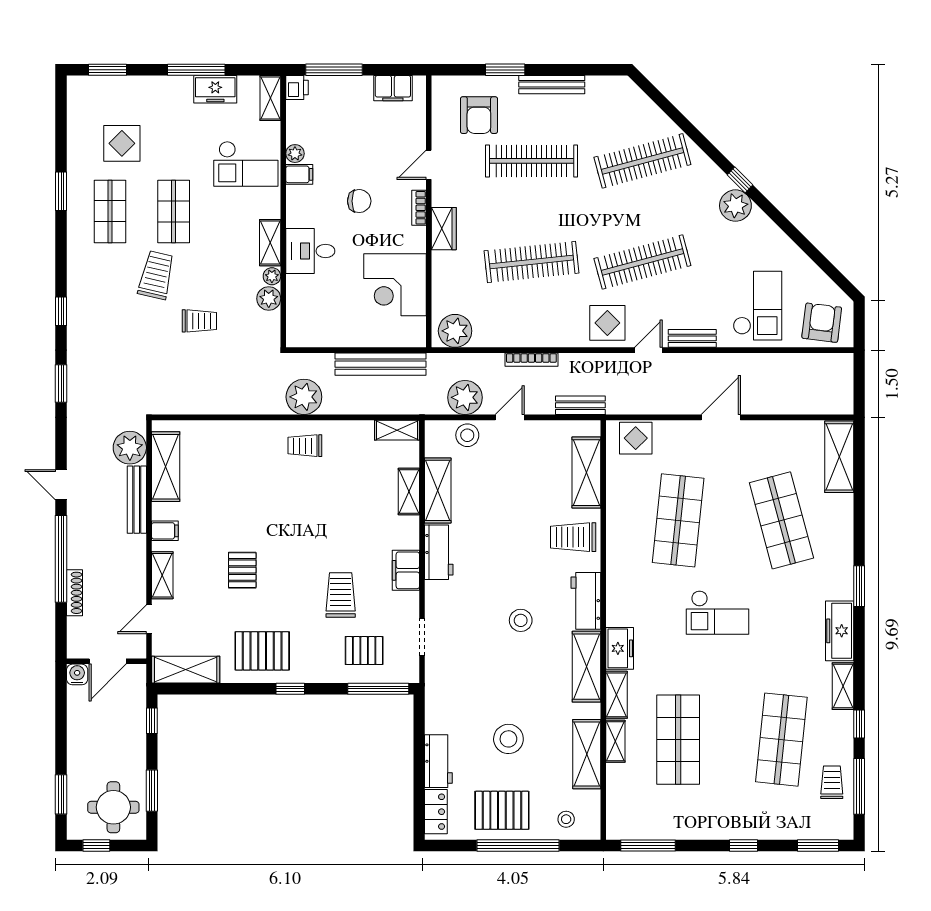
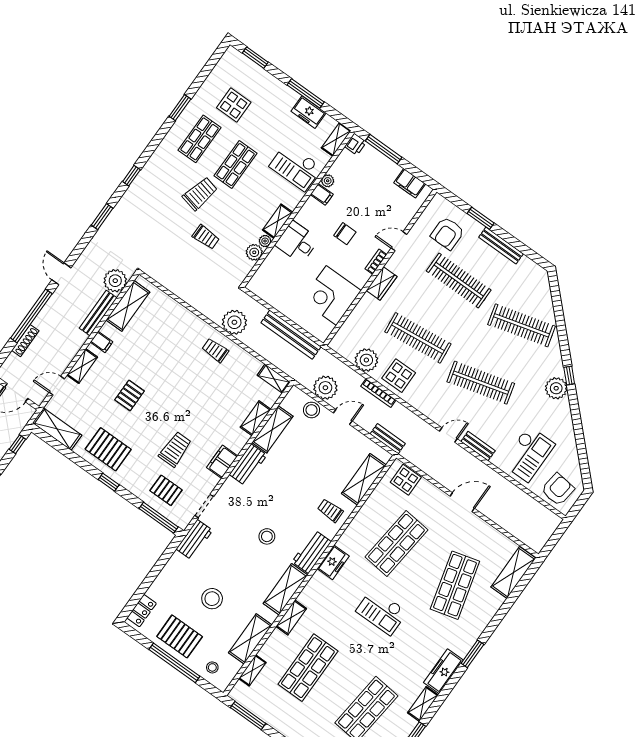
display table: (607, 323) -> (399, 376), moved
plant: (455, 331) -> (366, 360), moved
trolley: (573, 537) -> (330, 510), width x0.73, depth x0.72
freezer: (620, 648) -> (333, 562), moved
shelving: (615, 741) -> (252, 670), moved
workbench: (438, 761) -> (194, 540), moved

